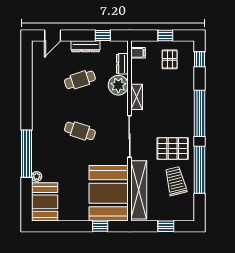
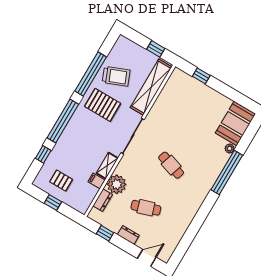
dresser: (86, 46) -> (128, 235), width x0.70
filing cabinet: (138, 53) -> (97, 181), moved
pallet: (170, 59) -> (61, 181), turned 90
window: (199, 59) -> (43, 154), moved
trolley: (176, 181) -> (116, 76), turned -98
booth: (109, 193) -> (178, 99), removed
window: (166, 226) -> (156, 49), moved

